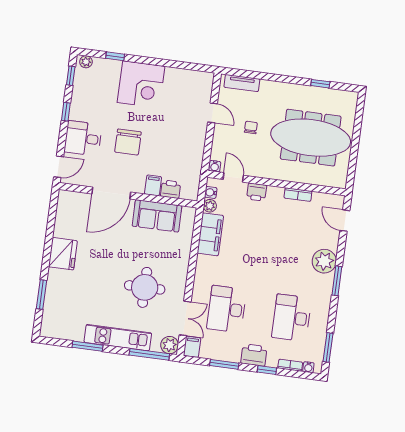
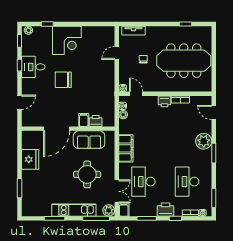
door: (213, 113) -> (117, 53), swing flipped
desk: (83, 138) -> (33, 67), moved
chair: (128, 142) -> (63, 80), turned 90
filing cabinet: (153, 185) -> (84, 120), moved
printer: (171, 189) -> (96, 121), moved
printer: (257, 192) -> (164, 101), moved
door: (111, 193) -> (57, 129), moved
wall: (128, 195) -> (68, 129), moved
sofa: (157, 216) -> (89, 140), moved
filing cabinet: (210, 234) -> (126, 148), moved

